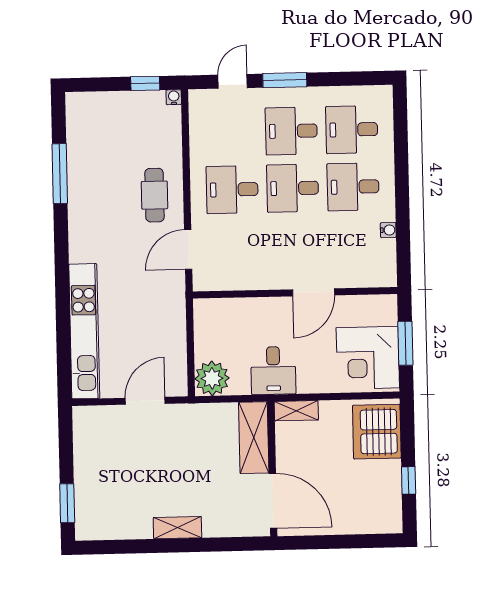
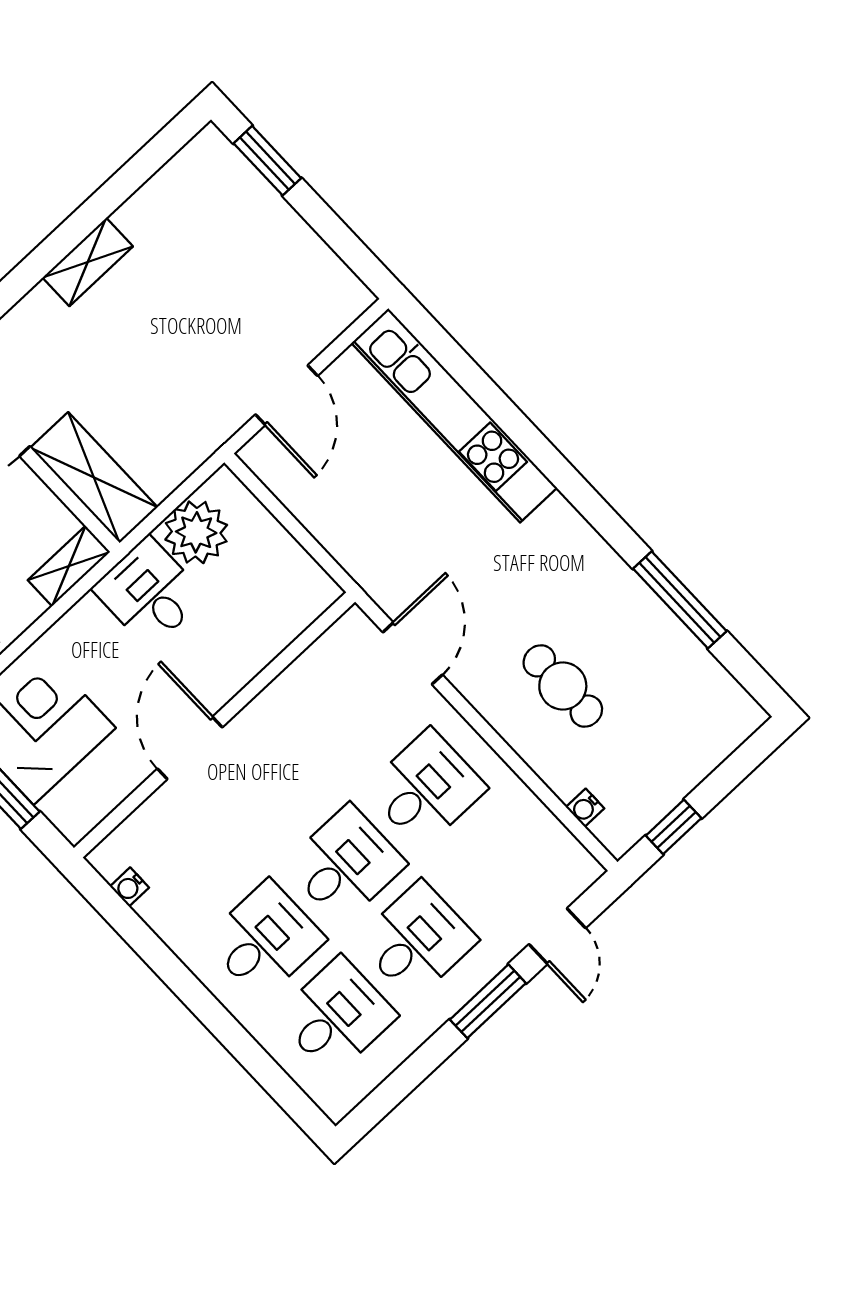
water cooler: (174, 97) -> (585, 808), moved, turned 90
cafe table: (154, 195) -> (563, 686), moved
water cooler: (388, 230) -> (129, 887), moved
plant: (212, 378) -> (196, 532), moved

